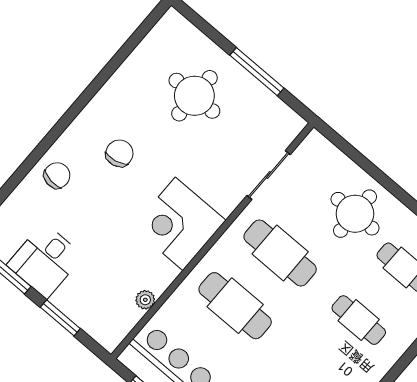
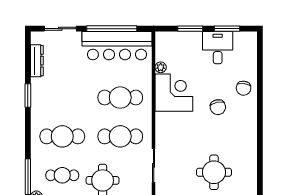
chair: (119, 153) -> (218, 107), moved
corner desk: (179, 224) -> (174, 93), moved
cafe table: (359, 320) -> (62, 136), width x1.37, depth x1.35

